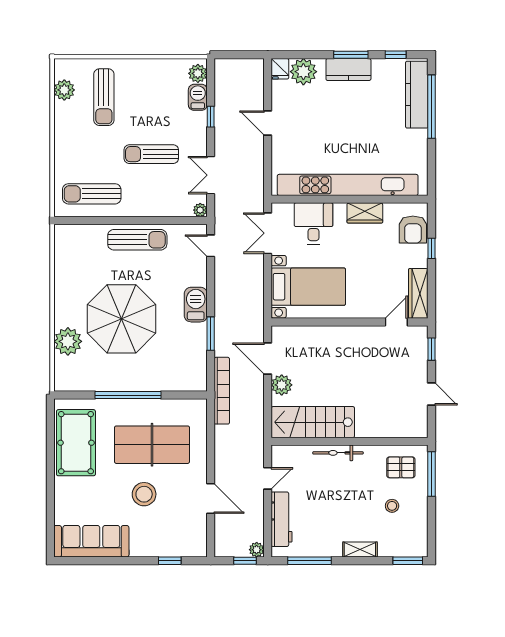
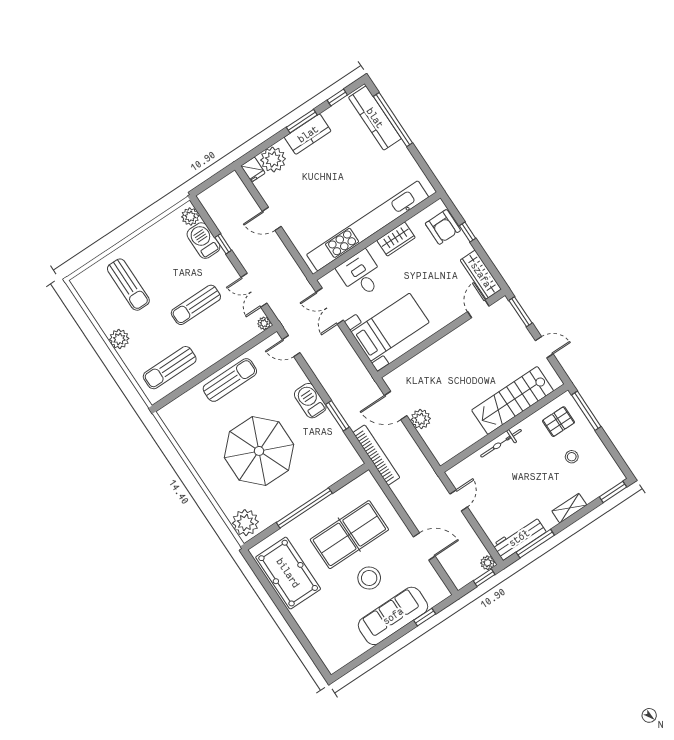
plant: (64, 90) -> (119, 339), moved
barbecue: (198, 97) -> (203, 241), width x1.38, depth x1.27
plant: (68, 341) -> (245, 523), moved
window: (432, 349) -> (520, 312), width x1.50
stairs: (313, 422) -> (513, 400), moved
workbench: (282, 519) -> (519, 538), moved, turned -90
sofa: (91, 541) -> (393, 616), moved

